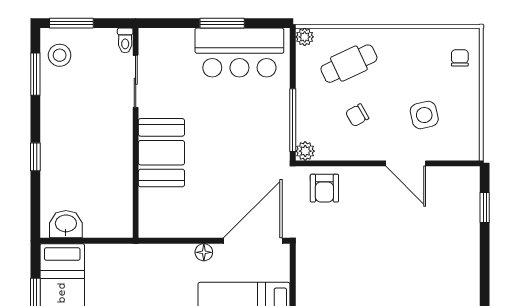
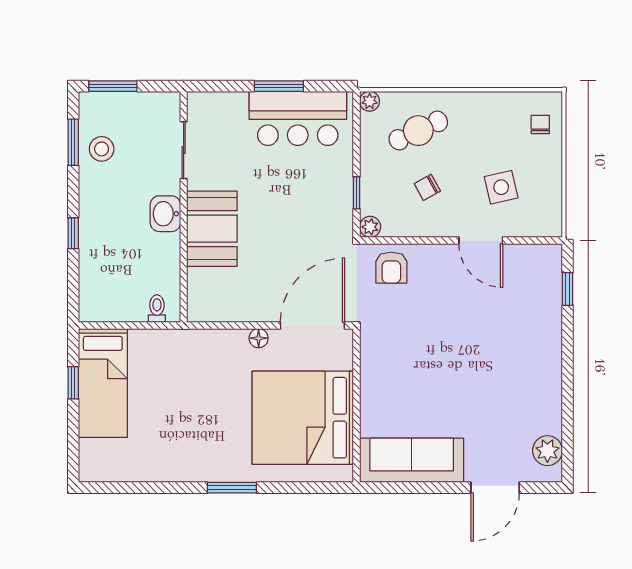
toilet: (125, 40) -> (157, 309), moved, turned 180
stool: (60, 55) -> (102, 149), moved
window: (293, 120) -> (356, 193), width x0.46
washbasin: (66, 224) -> (165, 214), moved, turned -90

